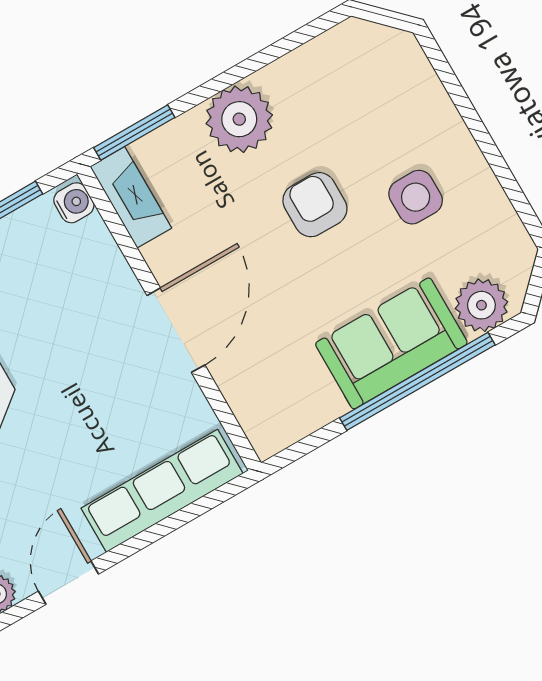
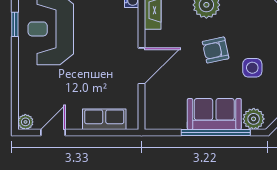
armchair: (315, 205) -> (216, 50), turned -102
row of seats: (162, 491) -> (104, 119), width x0.68

